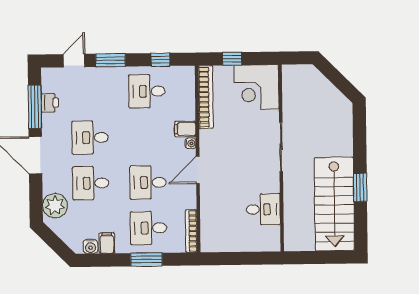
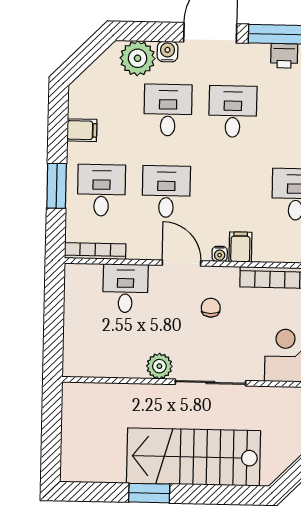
chair: (229, 148) -> (211, 308), added
plant: (271, 183) -> (159, 366), added
stairs: (334, 204) -> (193, 457), moved
desk: (263, 209) -> (125, 288), moved, turned 180
water cooler: (91, 246) -> (167, 52), moved, turned 90

